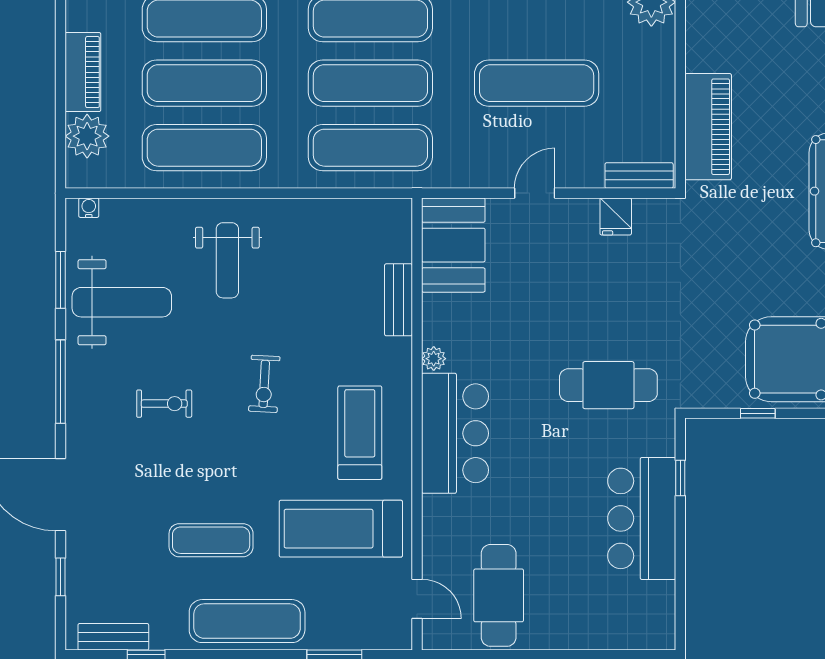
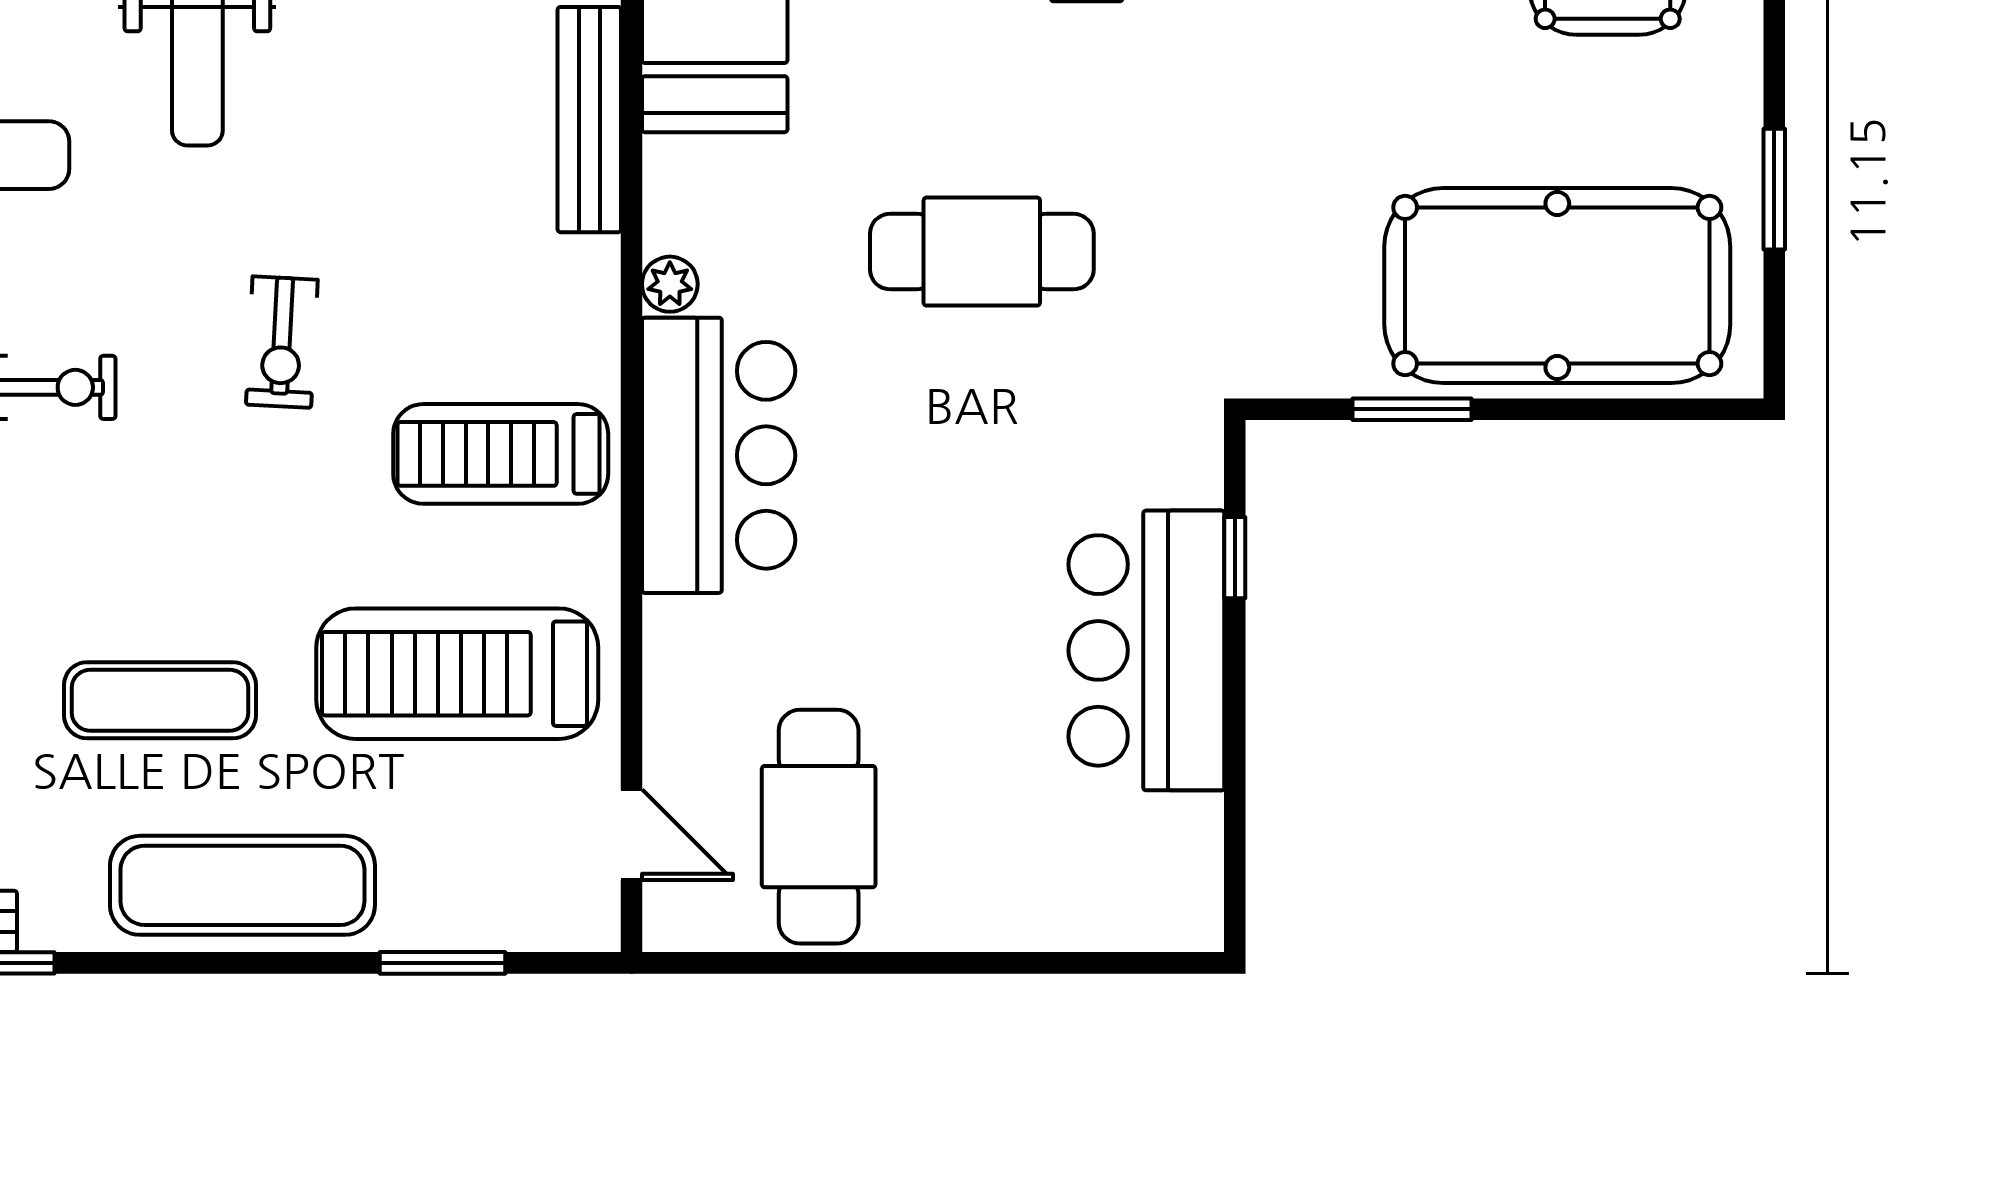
bench: (398, 300) -> (589, 120), width x1.36
cafe table: (608, 385) -> (982, 252), moved
window: (758, 413) -> (1412, 409), width x1.50
treadmill: (360, 433) -> (501, 454), turned -90

